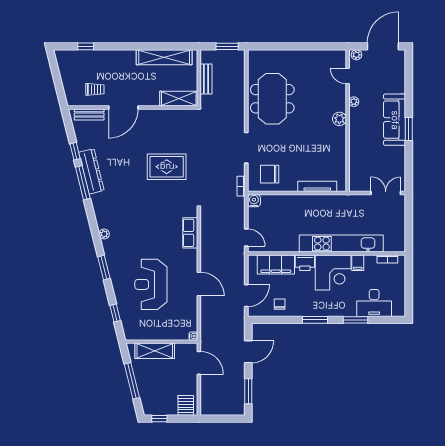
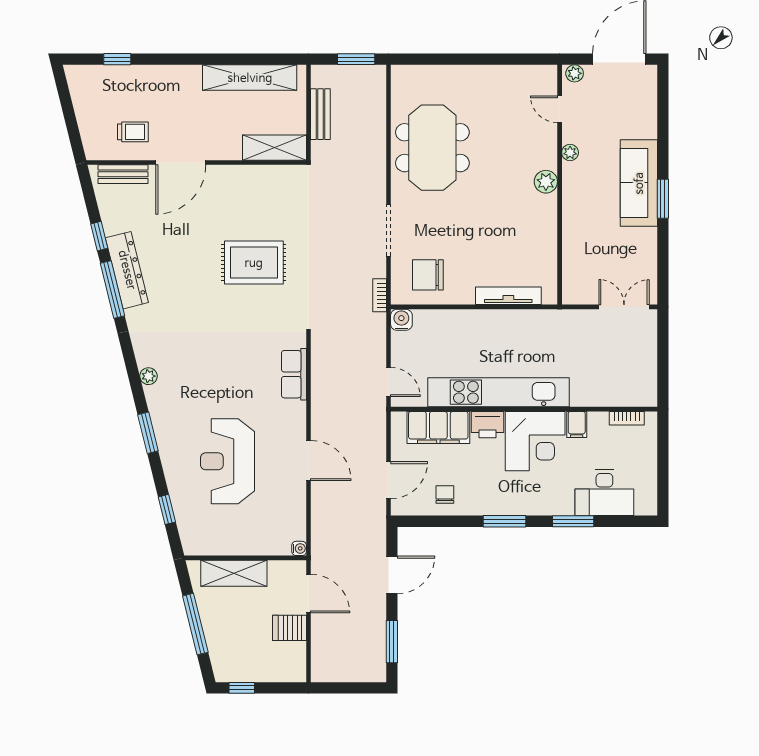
kitchen unit: (341, 244) -> (498, 392), moved
server rack: (186, 405) -> (289, 628), moved, turned -90

